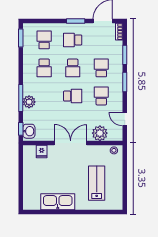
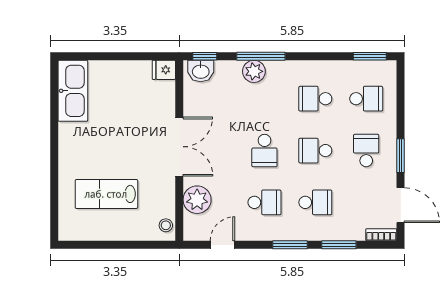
fridge: (42, 151) -> (164, 70), moved
lab bench: (97, 183) -> (106, 194), turned 180
kitchen sink: (58, 202) -> (73, 91), moved

